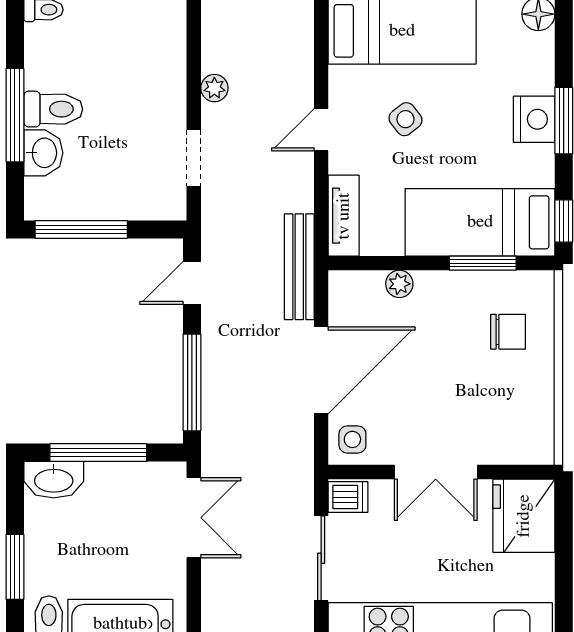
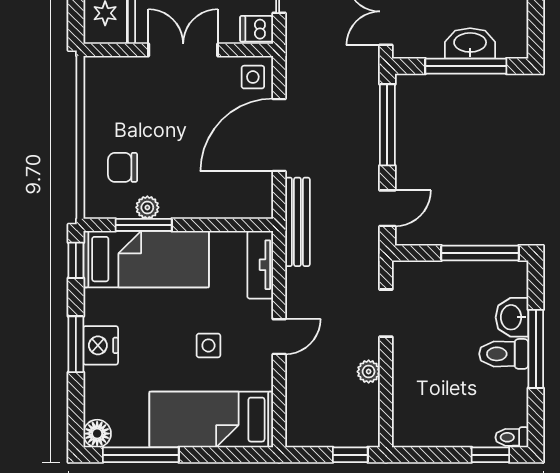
side table: (405, 119) -> (208, 345), turned 38
plant: (399, 284) -> (147, 207), moved
washbasin: (54, 480) -> (470, 43), moved

